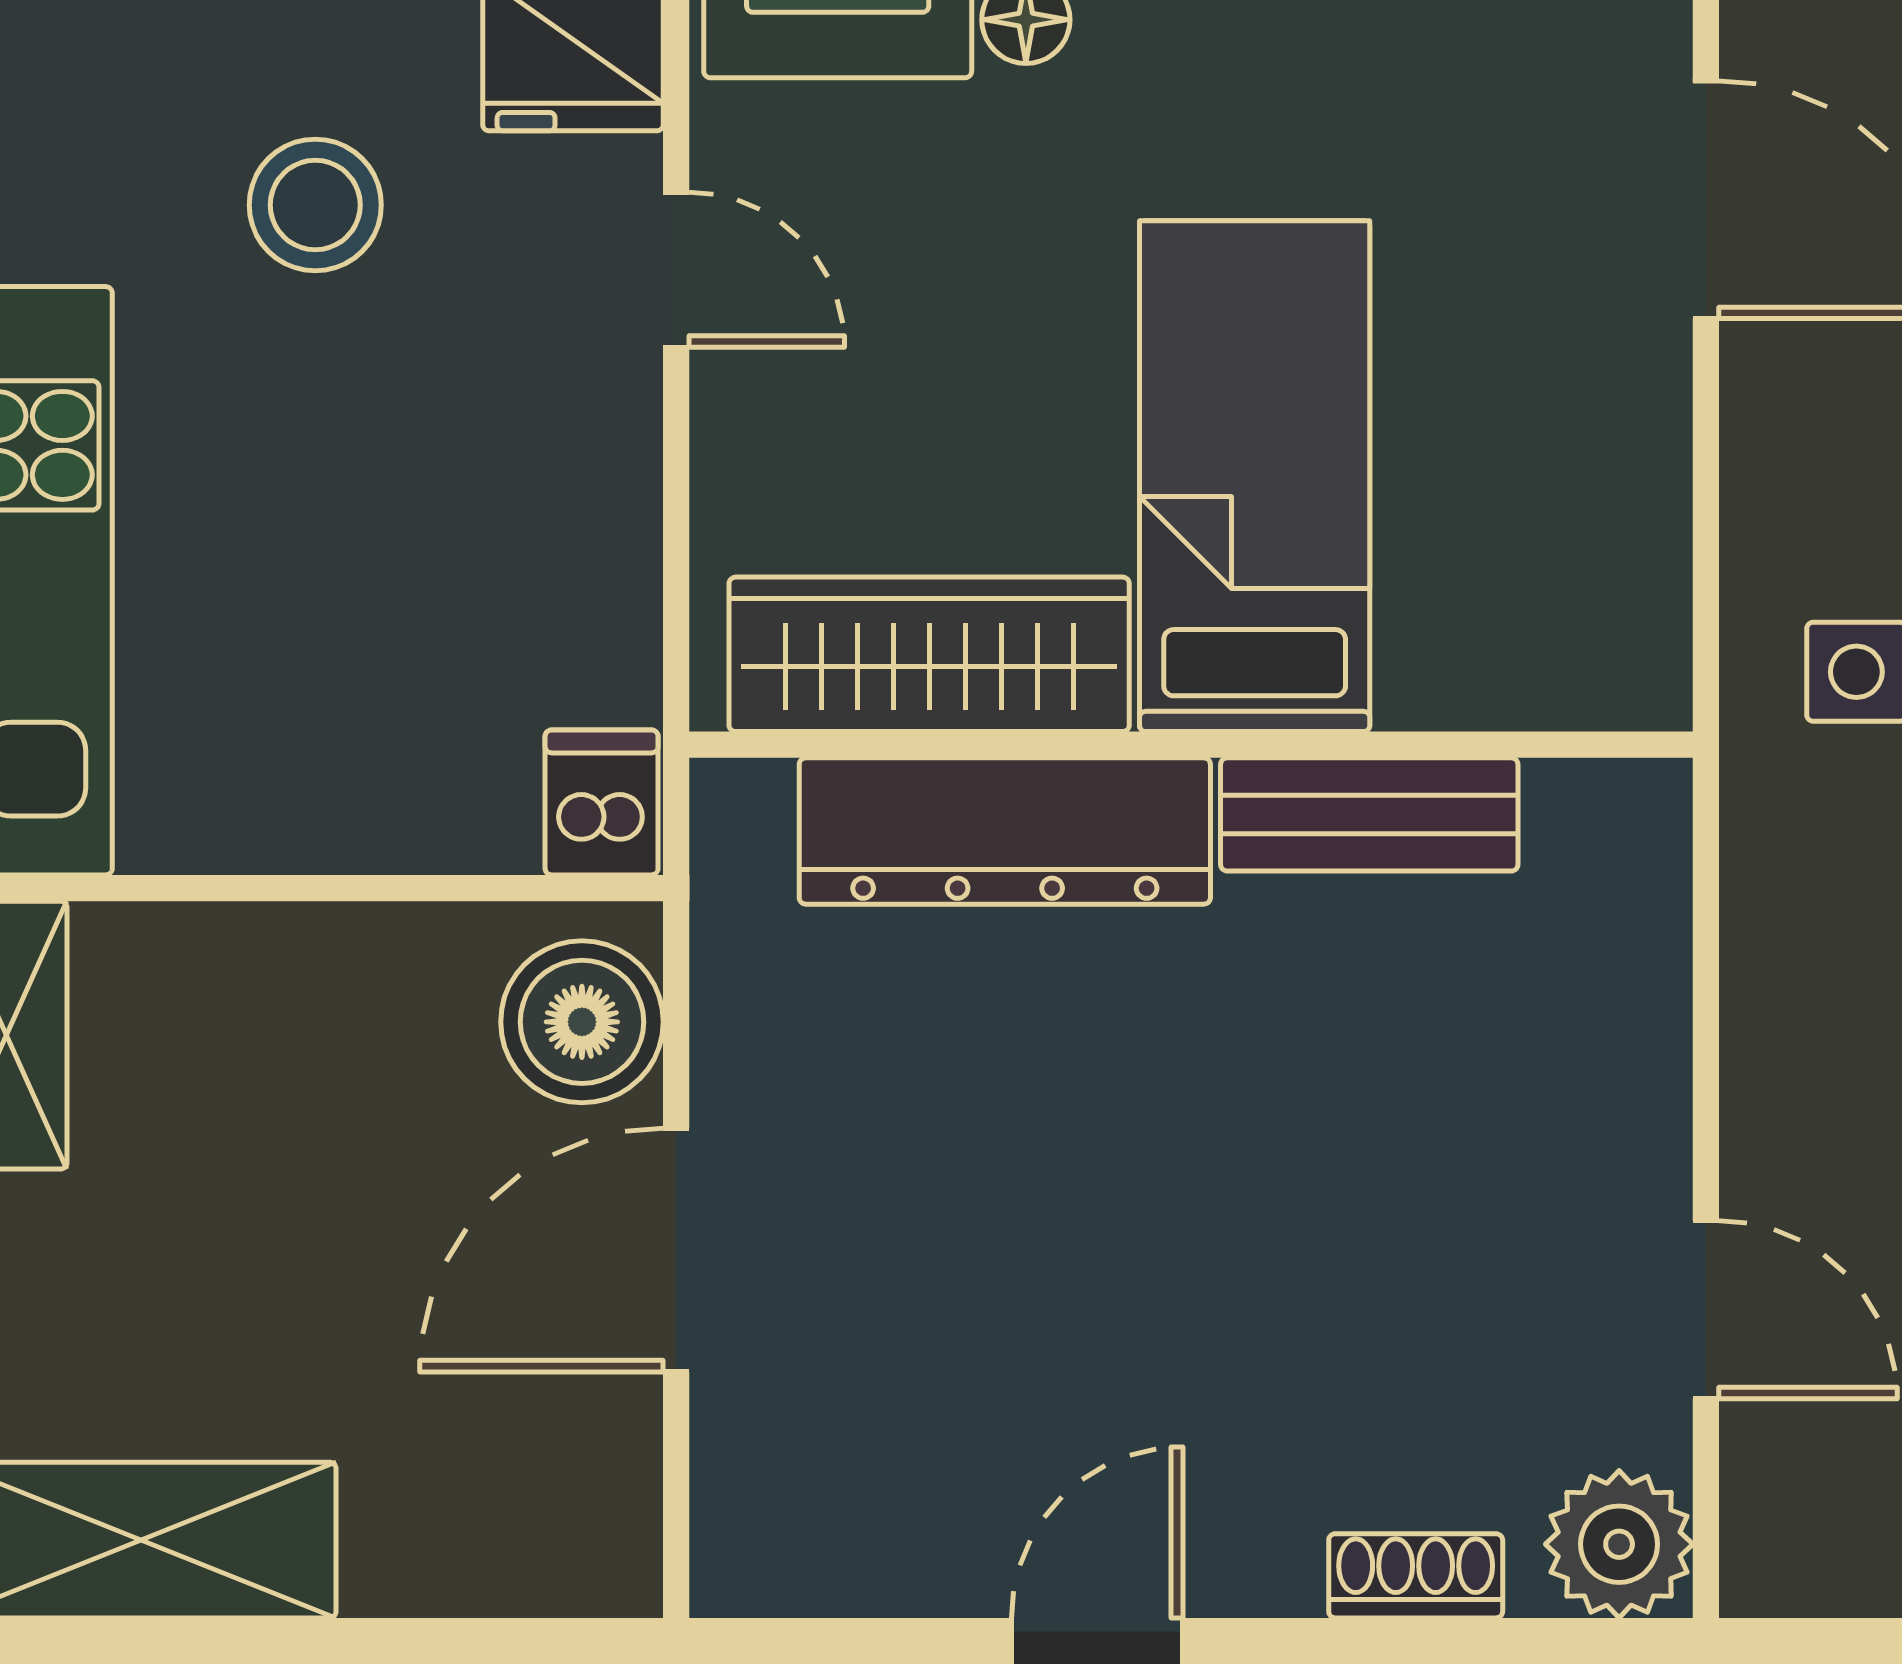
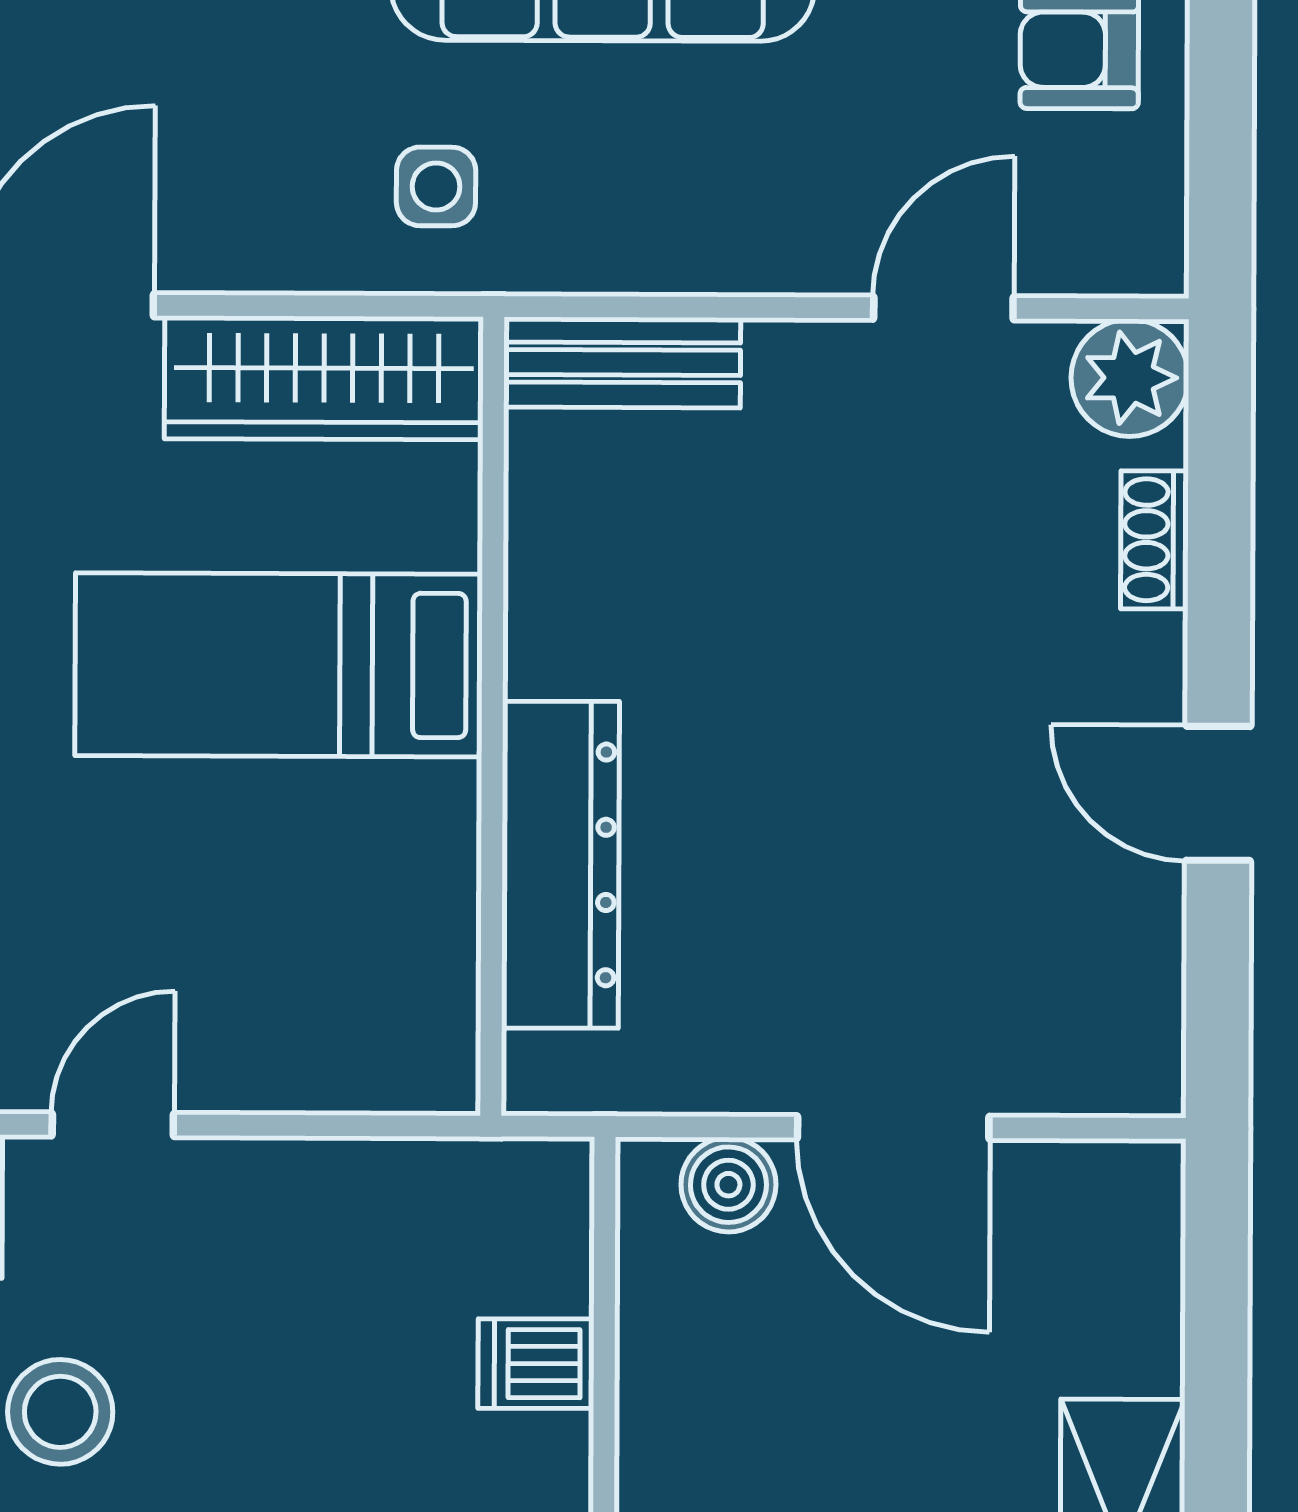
wardrobe: (929, 654) -> (324, 378), moved, turned -90
dishwasher: (602, 802) -> (536, 1364), moved
bench: (1369, 814) -> (622, 362), moved, turned 90
boiler: (582, 1022) -> (728, 1185), width x0.73, depth x0.73

